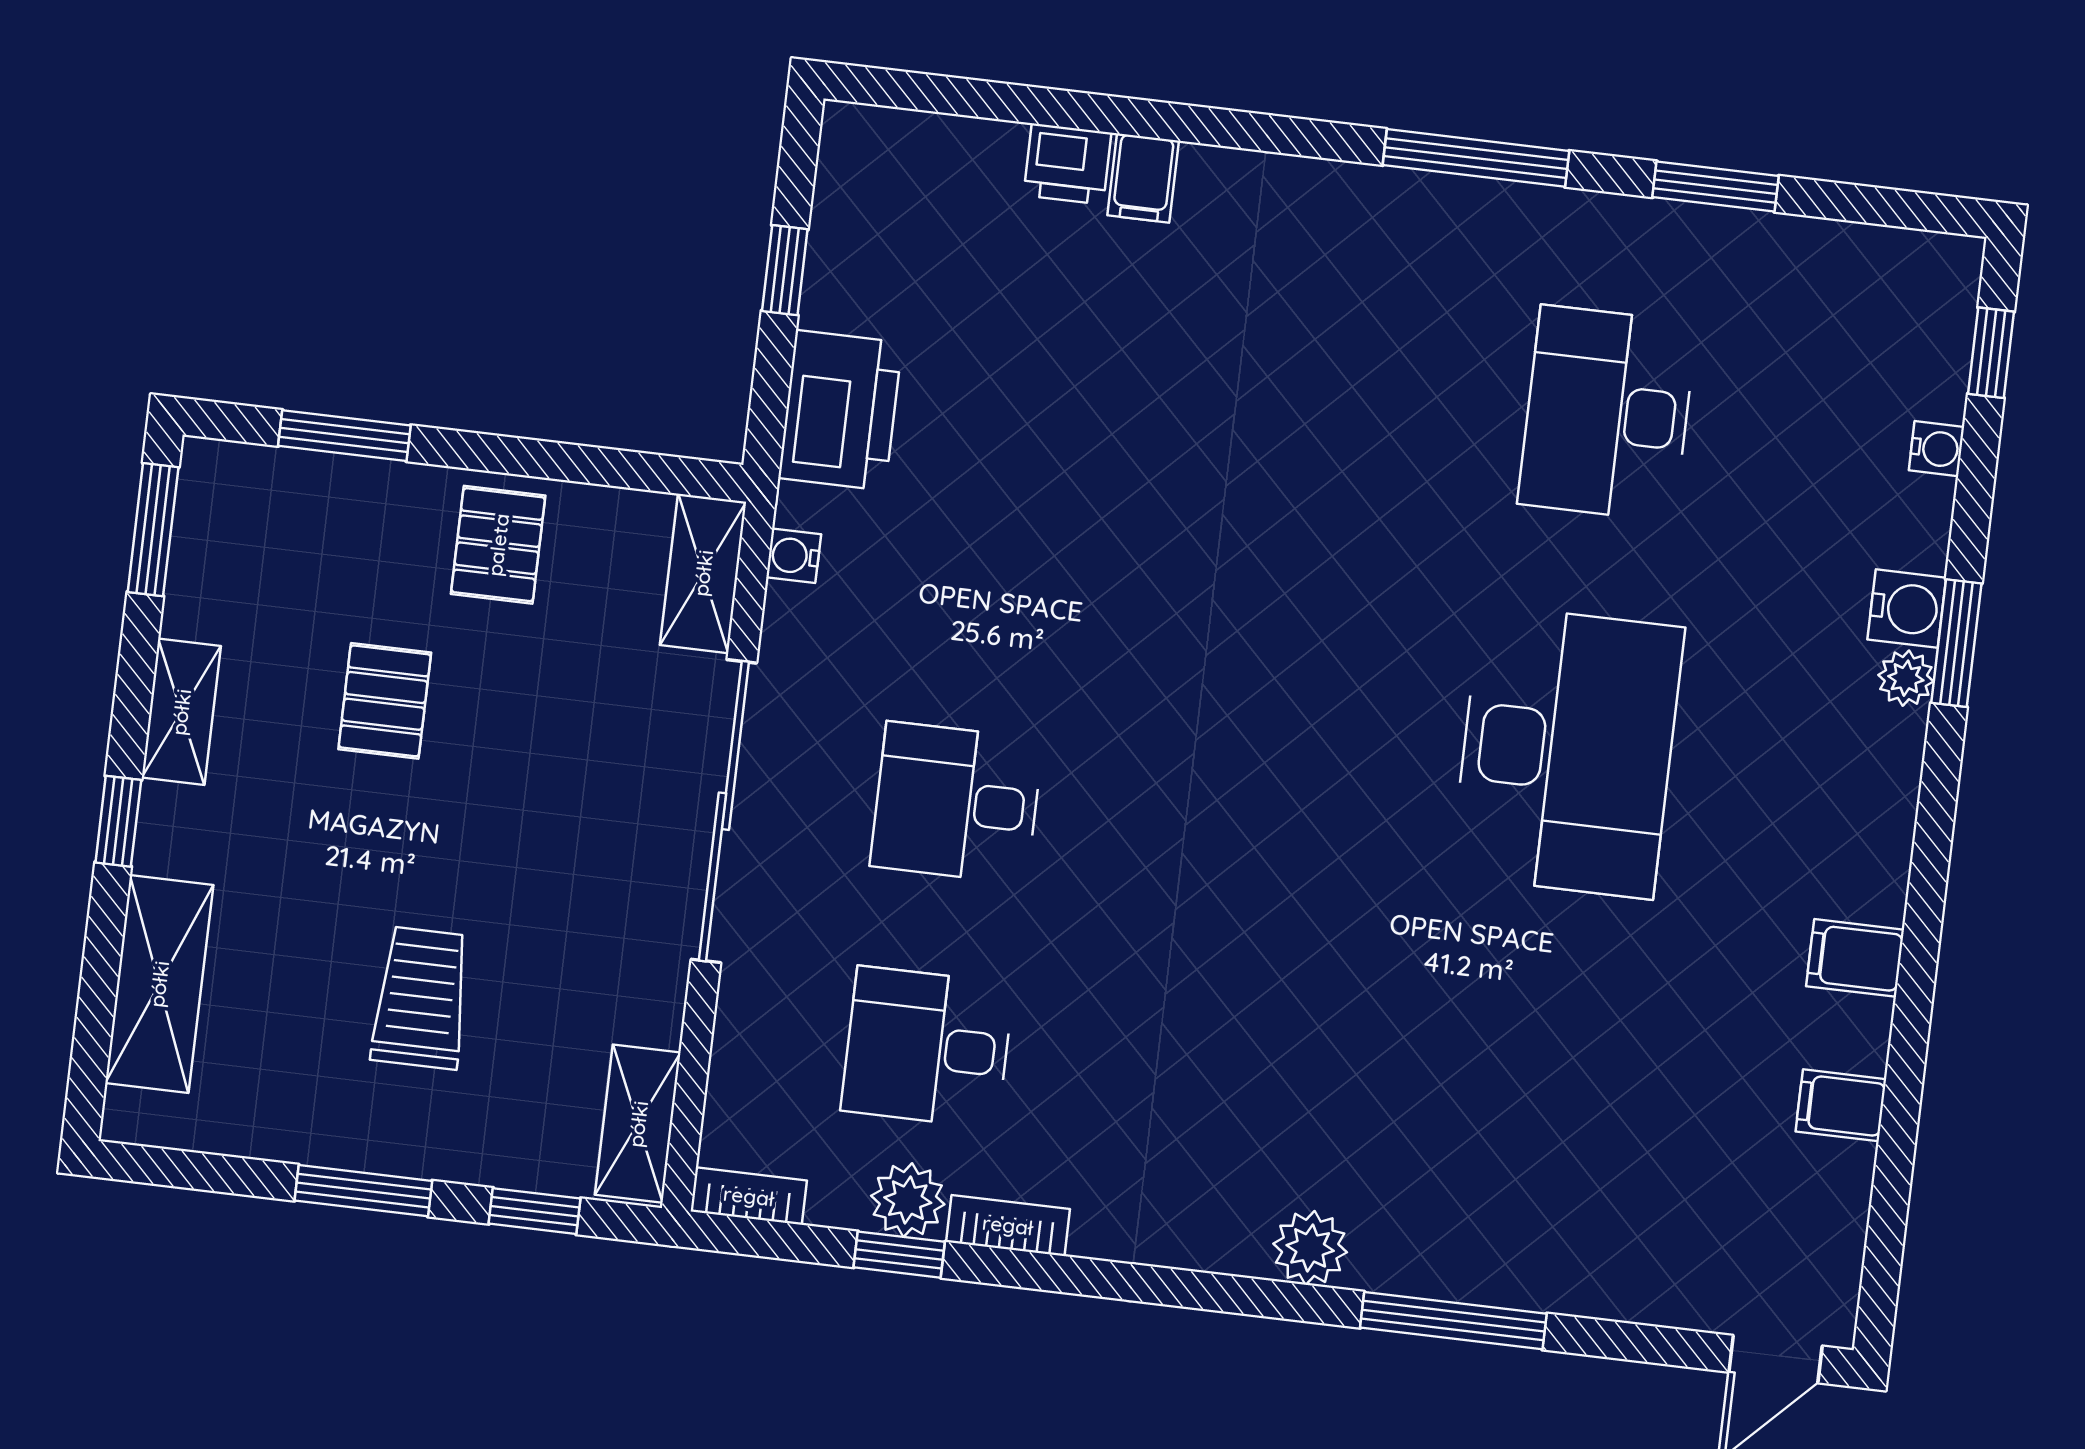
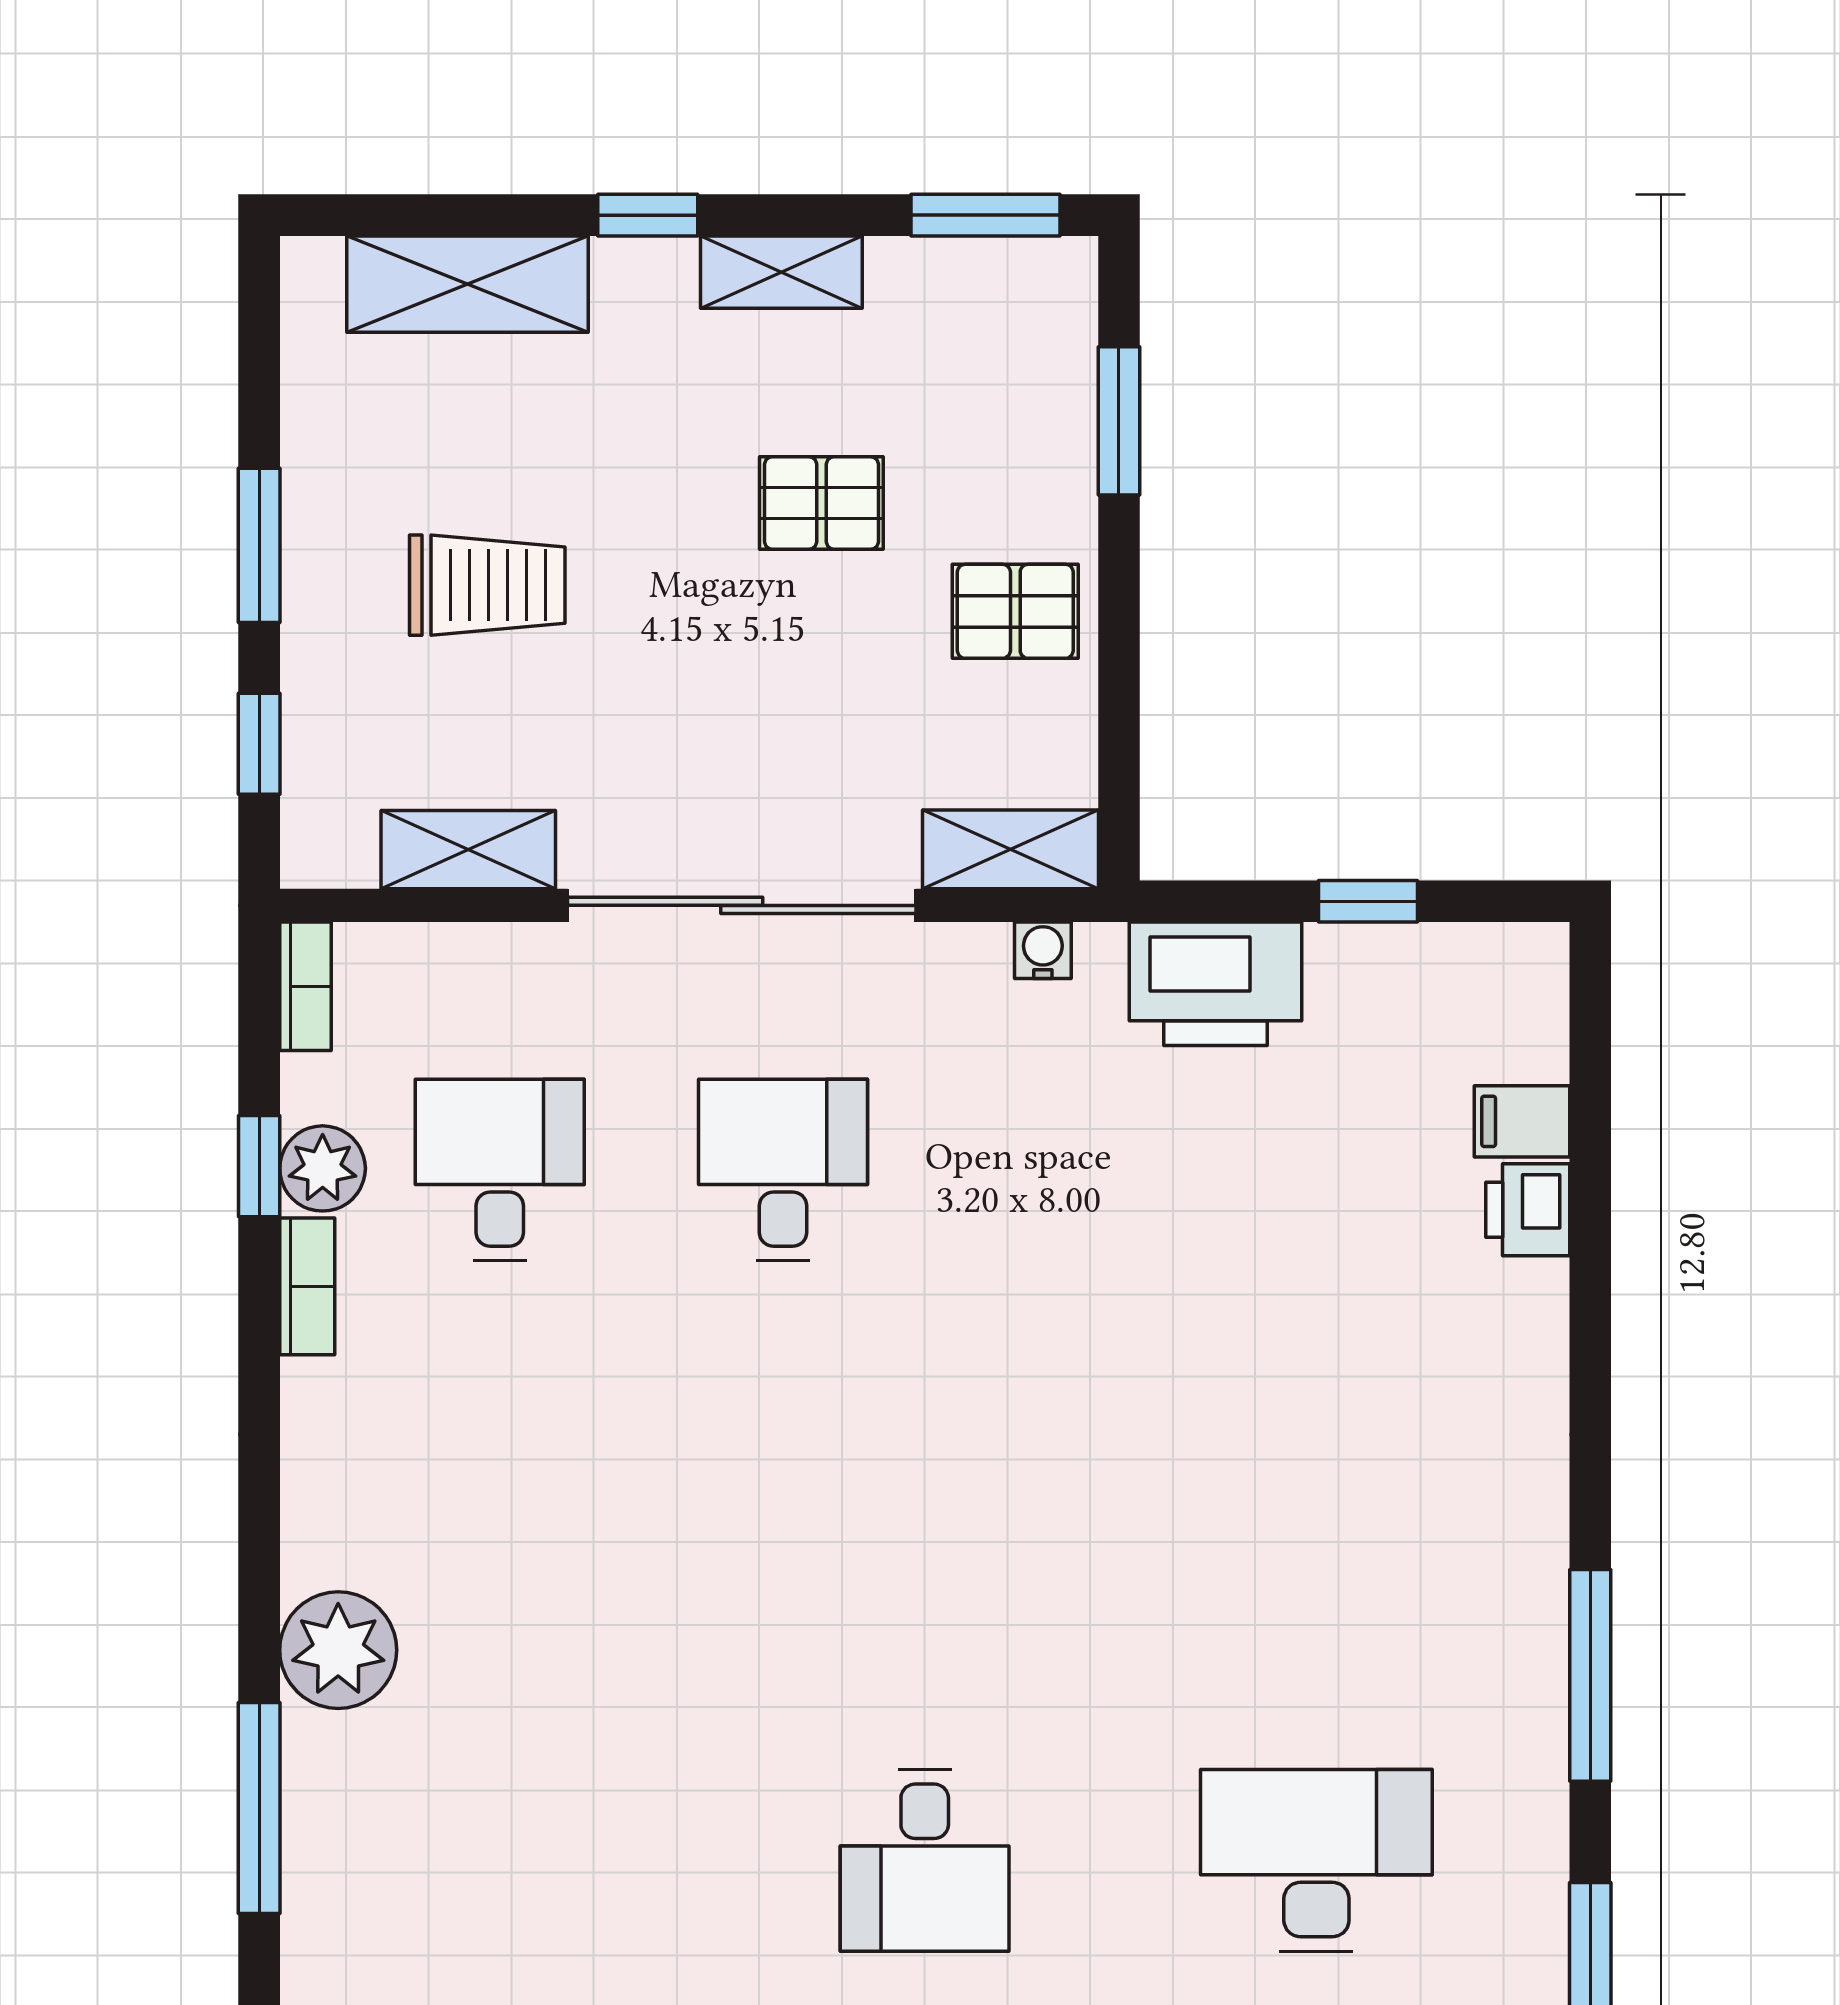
filing cabinet: (1143, 178) -> (1522, 1121), moved
desk: (1567, 752) -> (925, 1860), width x0.53, depth x0.77
shelving: (638, 1124) -> (468, 850), moved
plant: (1310, 1248) -> (338, 1650), width x1.36, depth x1.36

